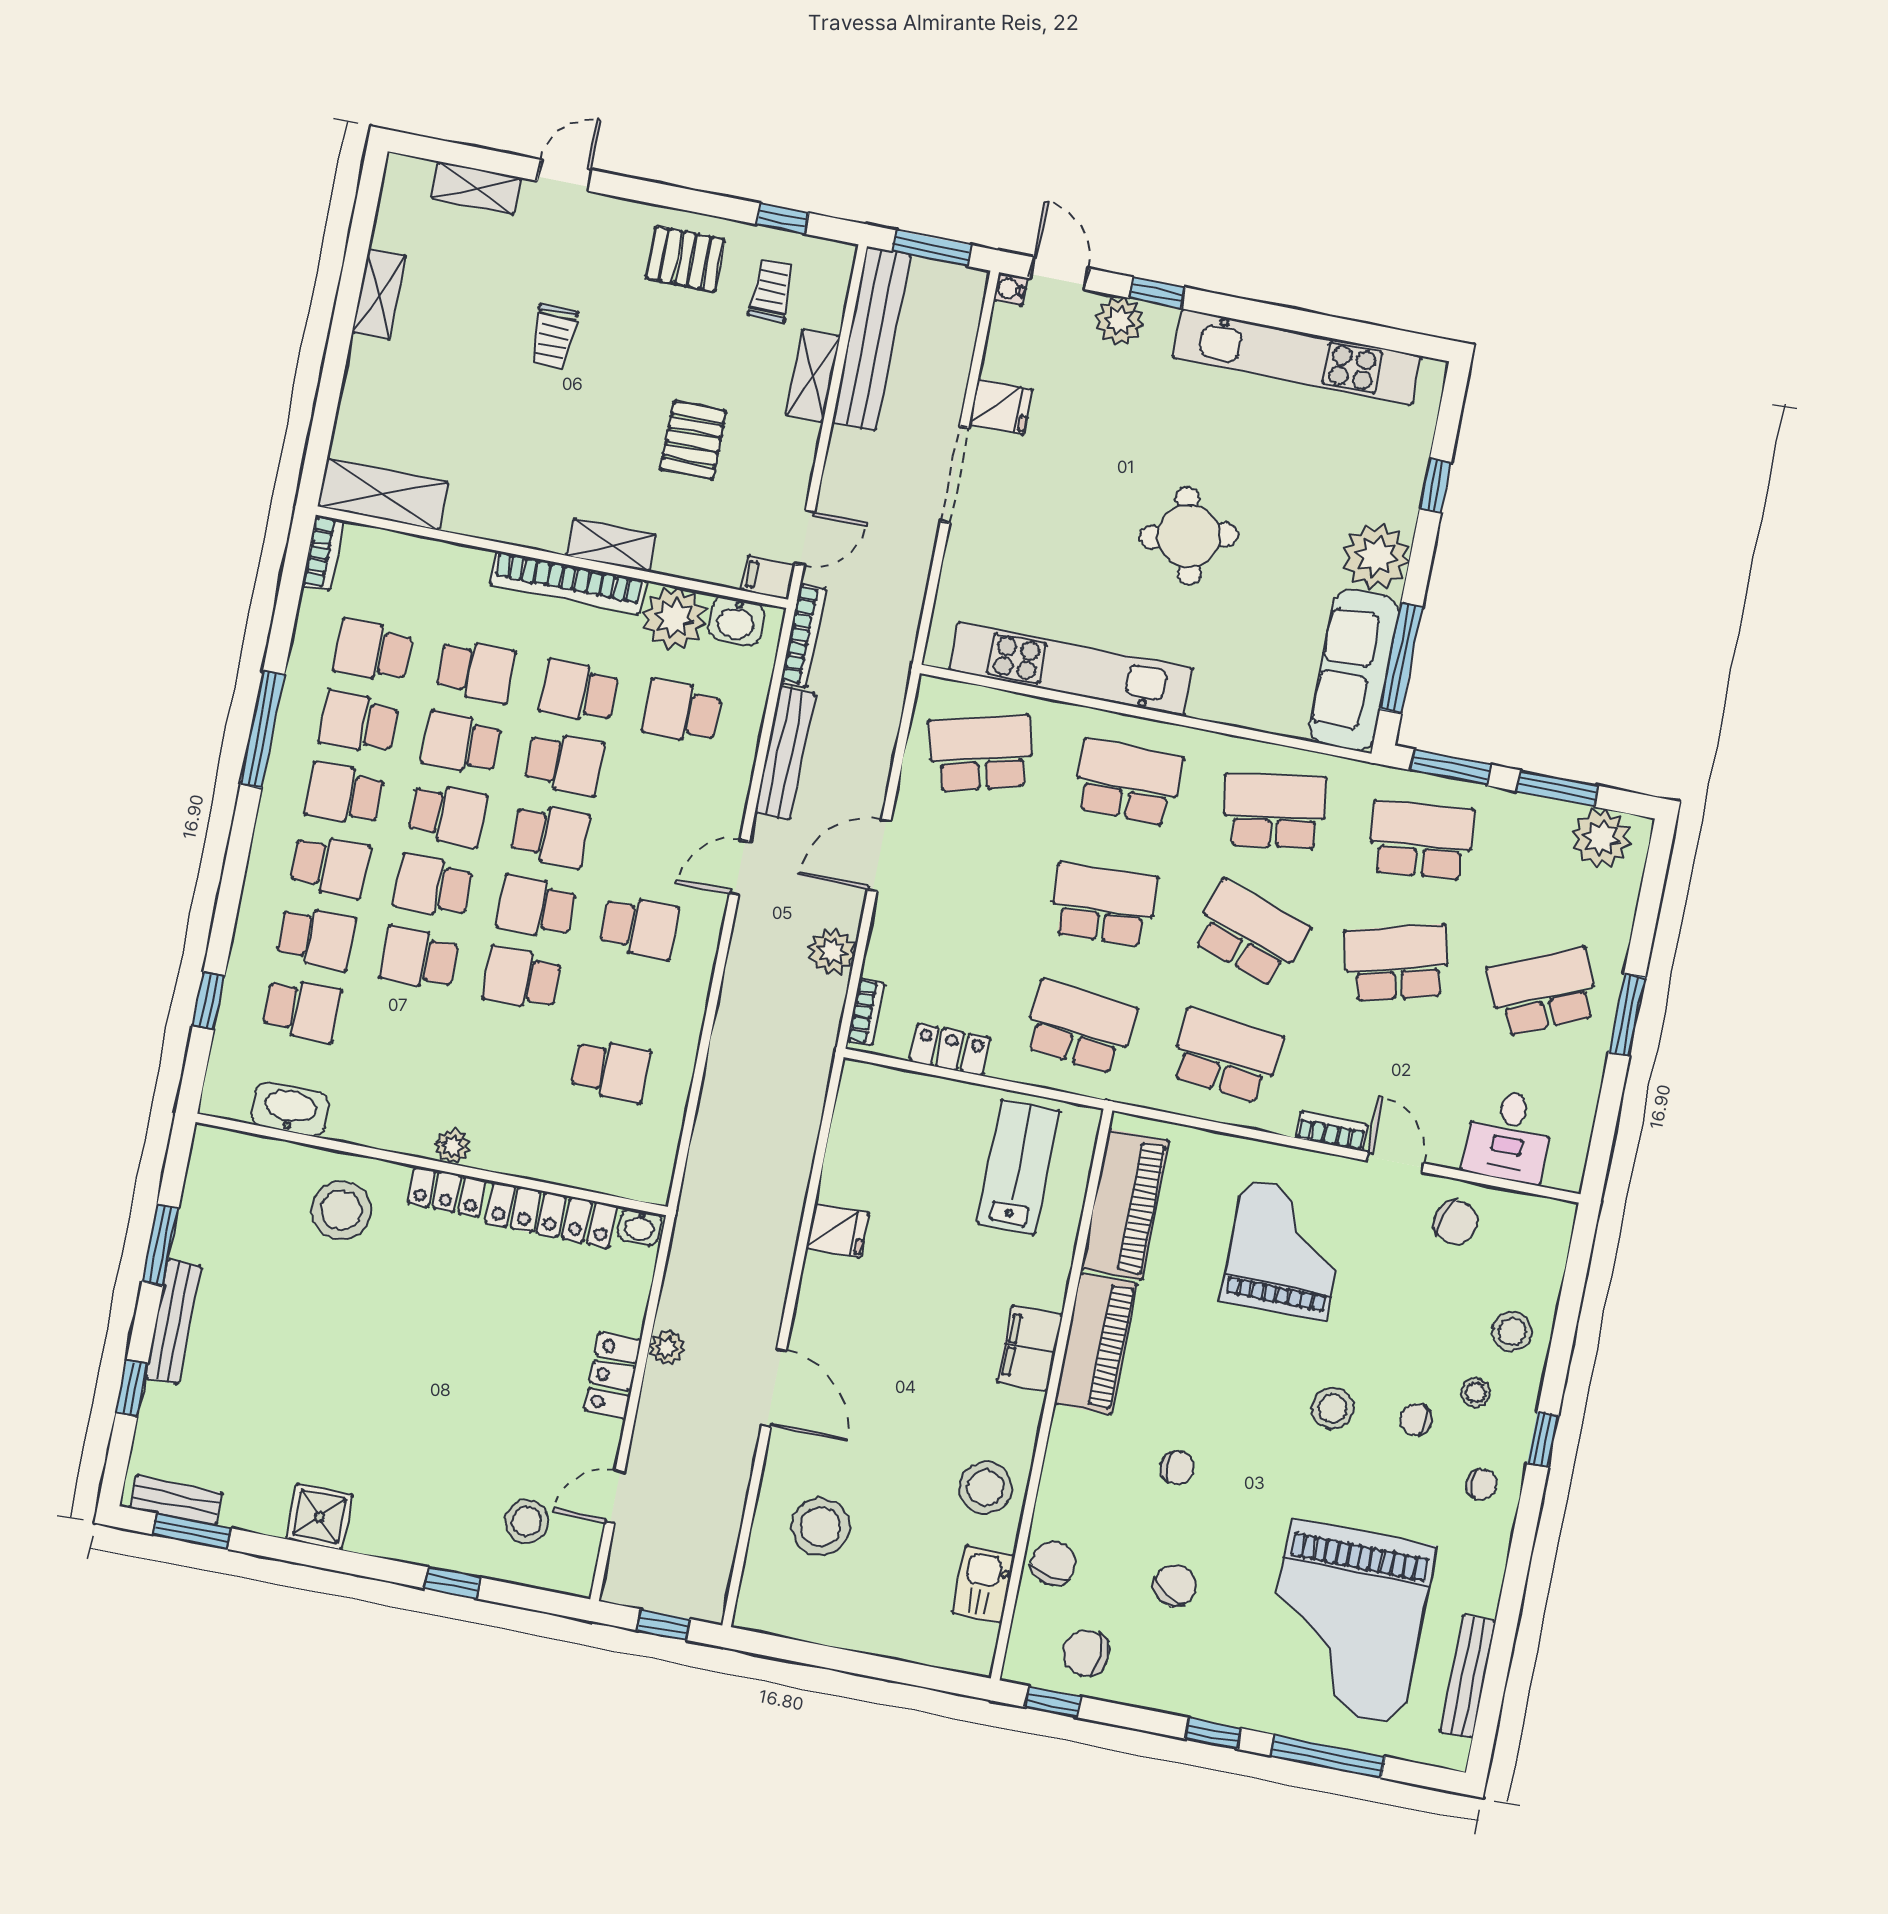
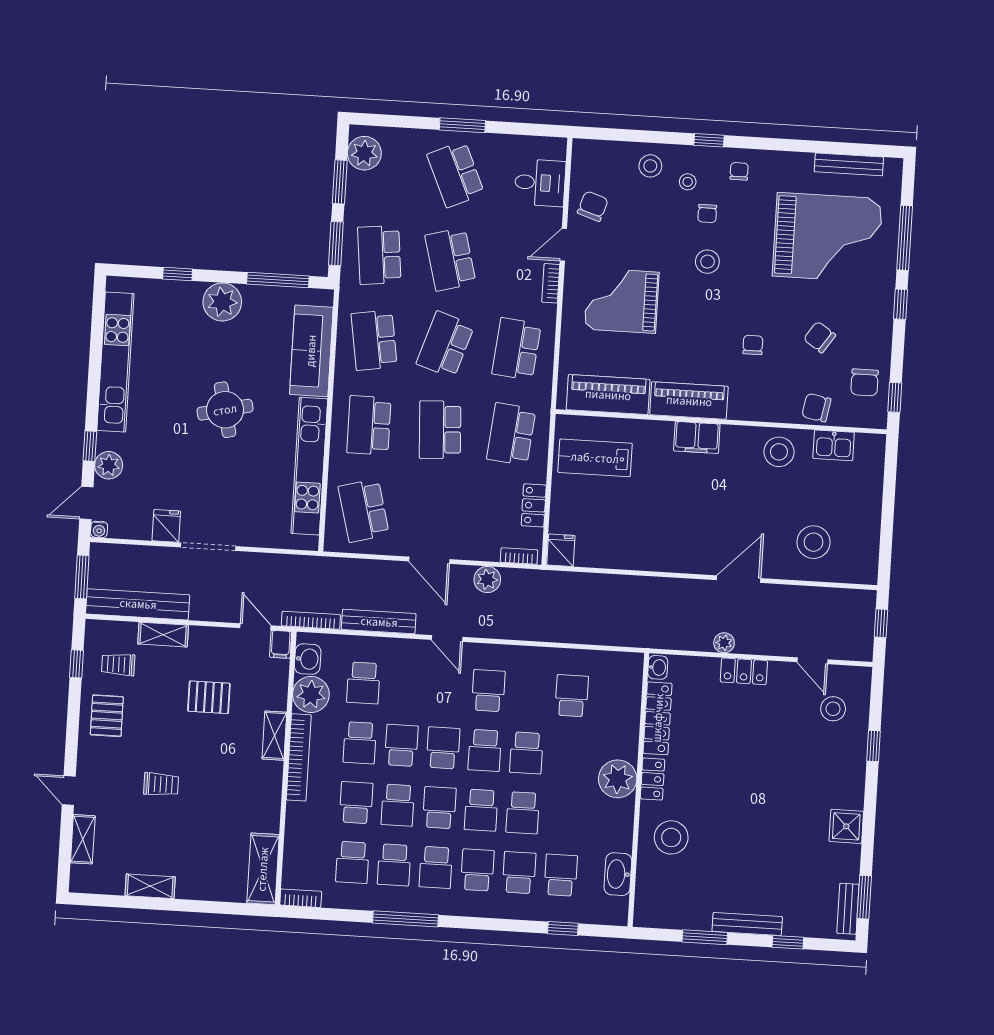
sofa: (1354, 670) -> (311, 351), moved, turned 90
plant: (453, 1146) -> (618, 779), width x1.87, depth x1.87
fridge: (837, 1230) -> (561, 550), moved

